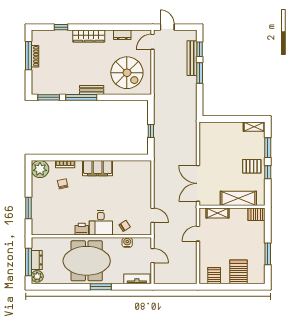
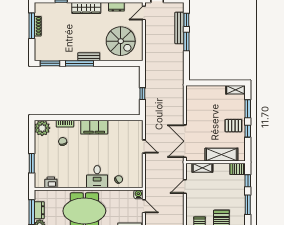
door: (153, 215) -> (144, 147), moved
window: (268, 227) -> (248, 181), added
printer: (82, 229) -> (51, 182), moved
water cooler: (127, 242) -> (138, 194), moved

